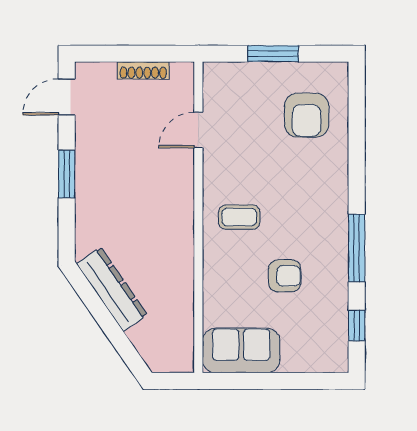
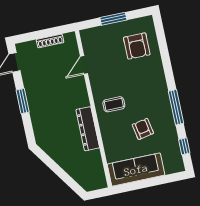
armchair: (285, 276) -> (143, 129), turned -101
dresser: (112, 289) -> (88, 129), moved, turned -145
sofa: (241, 350) -> (136, 170), width x1.36

